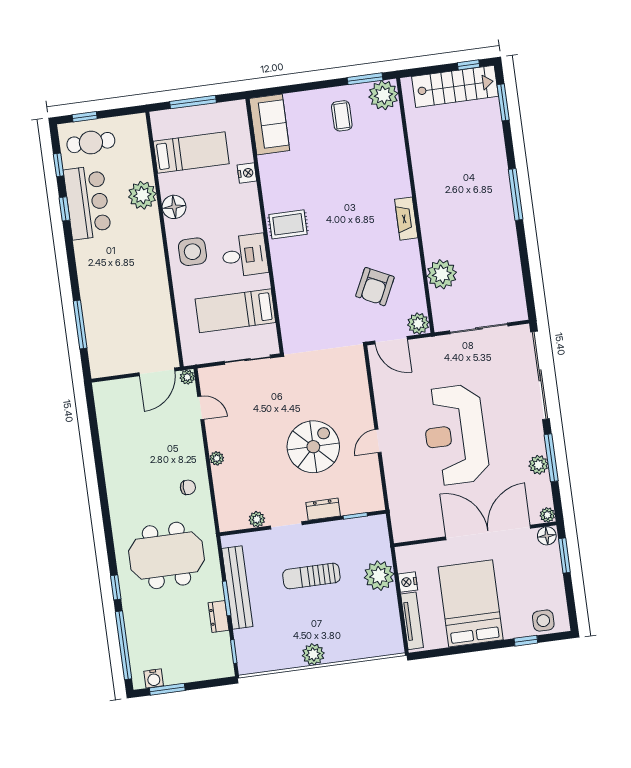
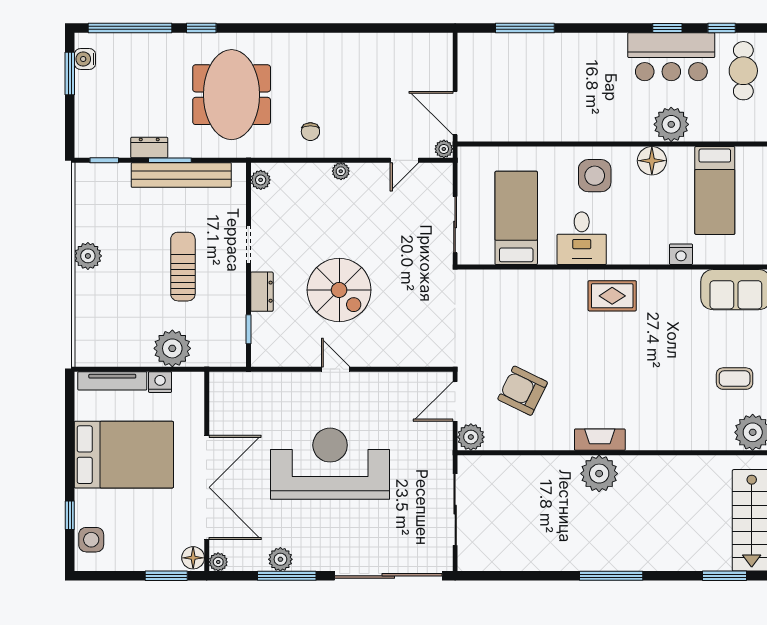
rug: (288, 224) -> (612, 296), turned 90
plant: (442, 274) -> (599, 474), moved
plant: (257, 519) -> (261, 180), moved

